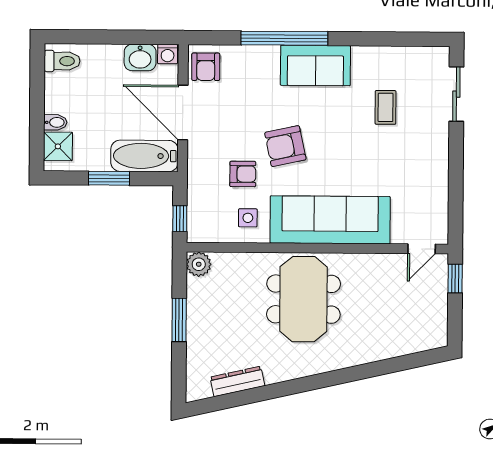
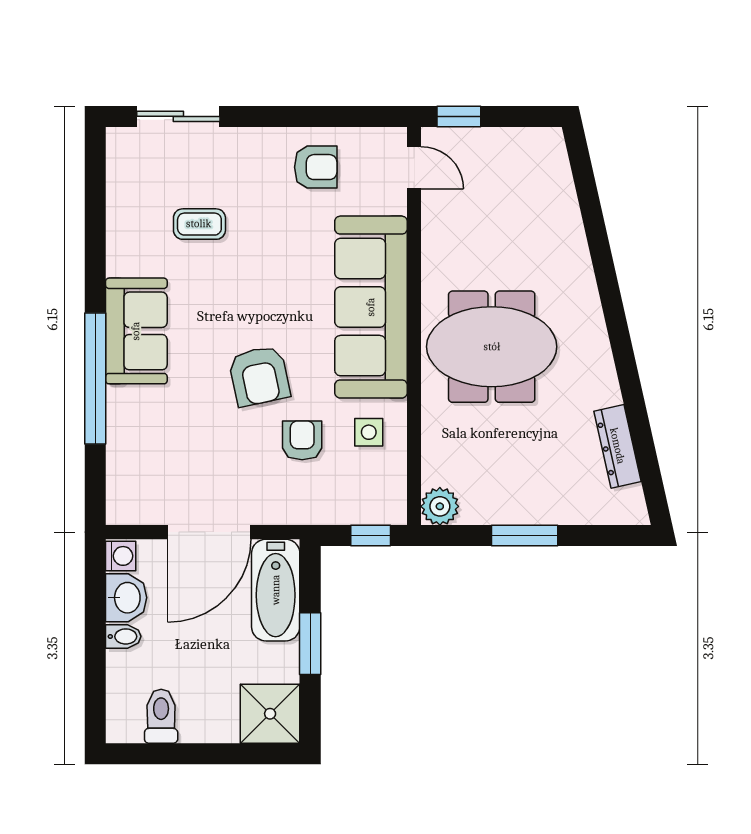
toilet: (62, 61) -> (161, 716), moved
armchair: (206, 67) -> (316, 167), moved
bidet: (55, 122) -> (123, 636), moved, turned 90
shower: (58, 146) -> (270, 714), width x1.36, depth x1.36

